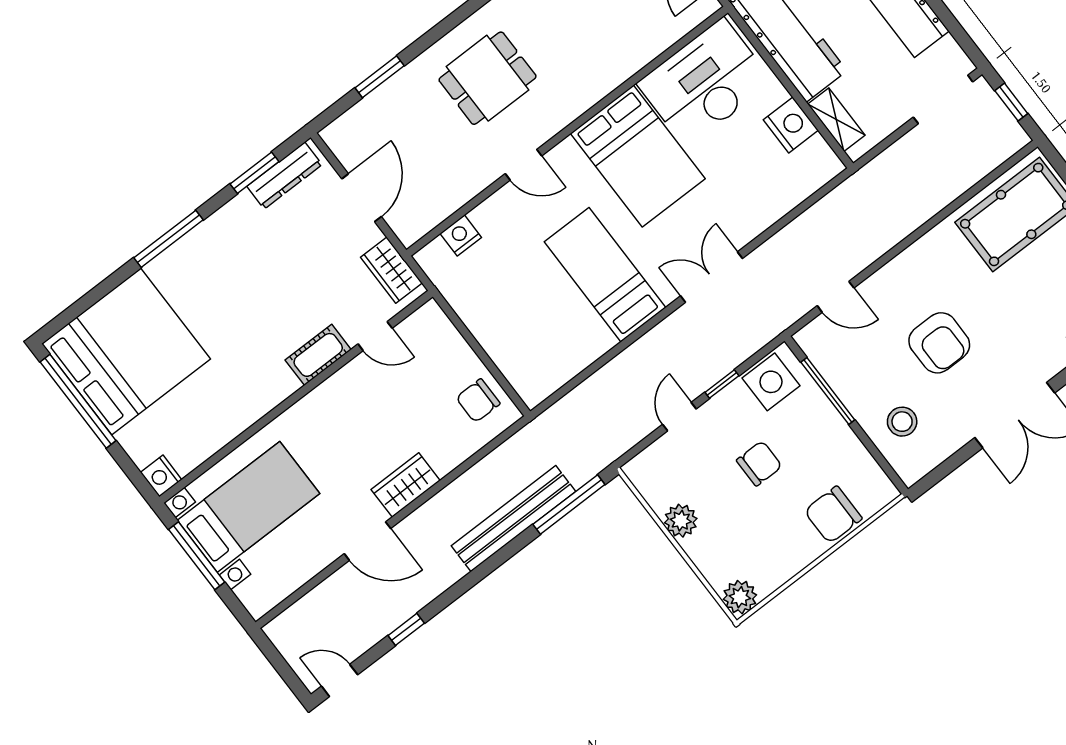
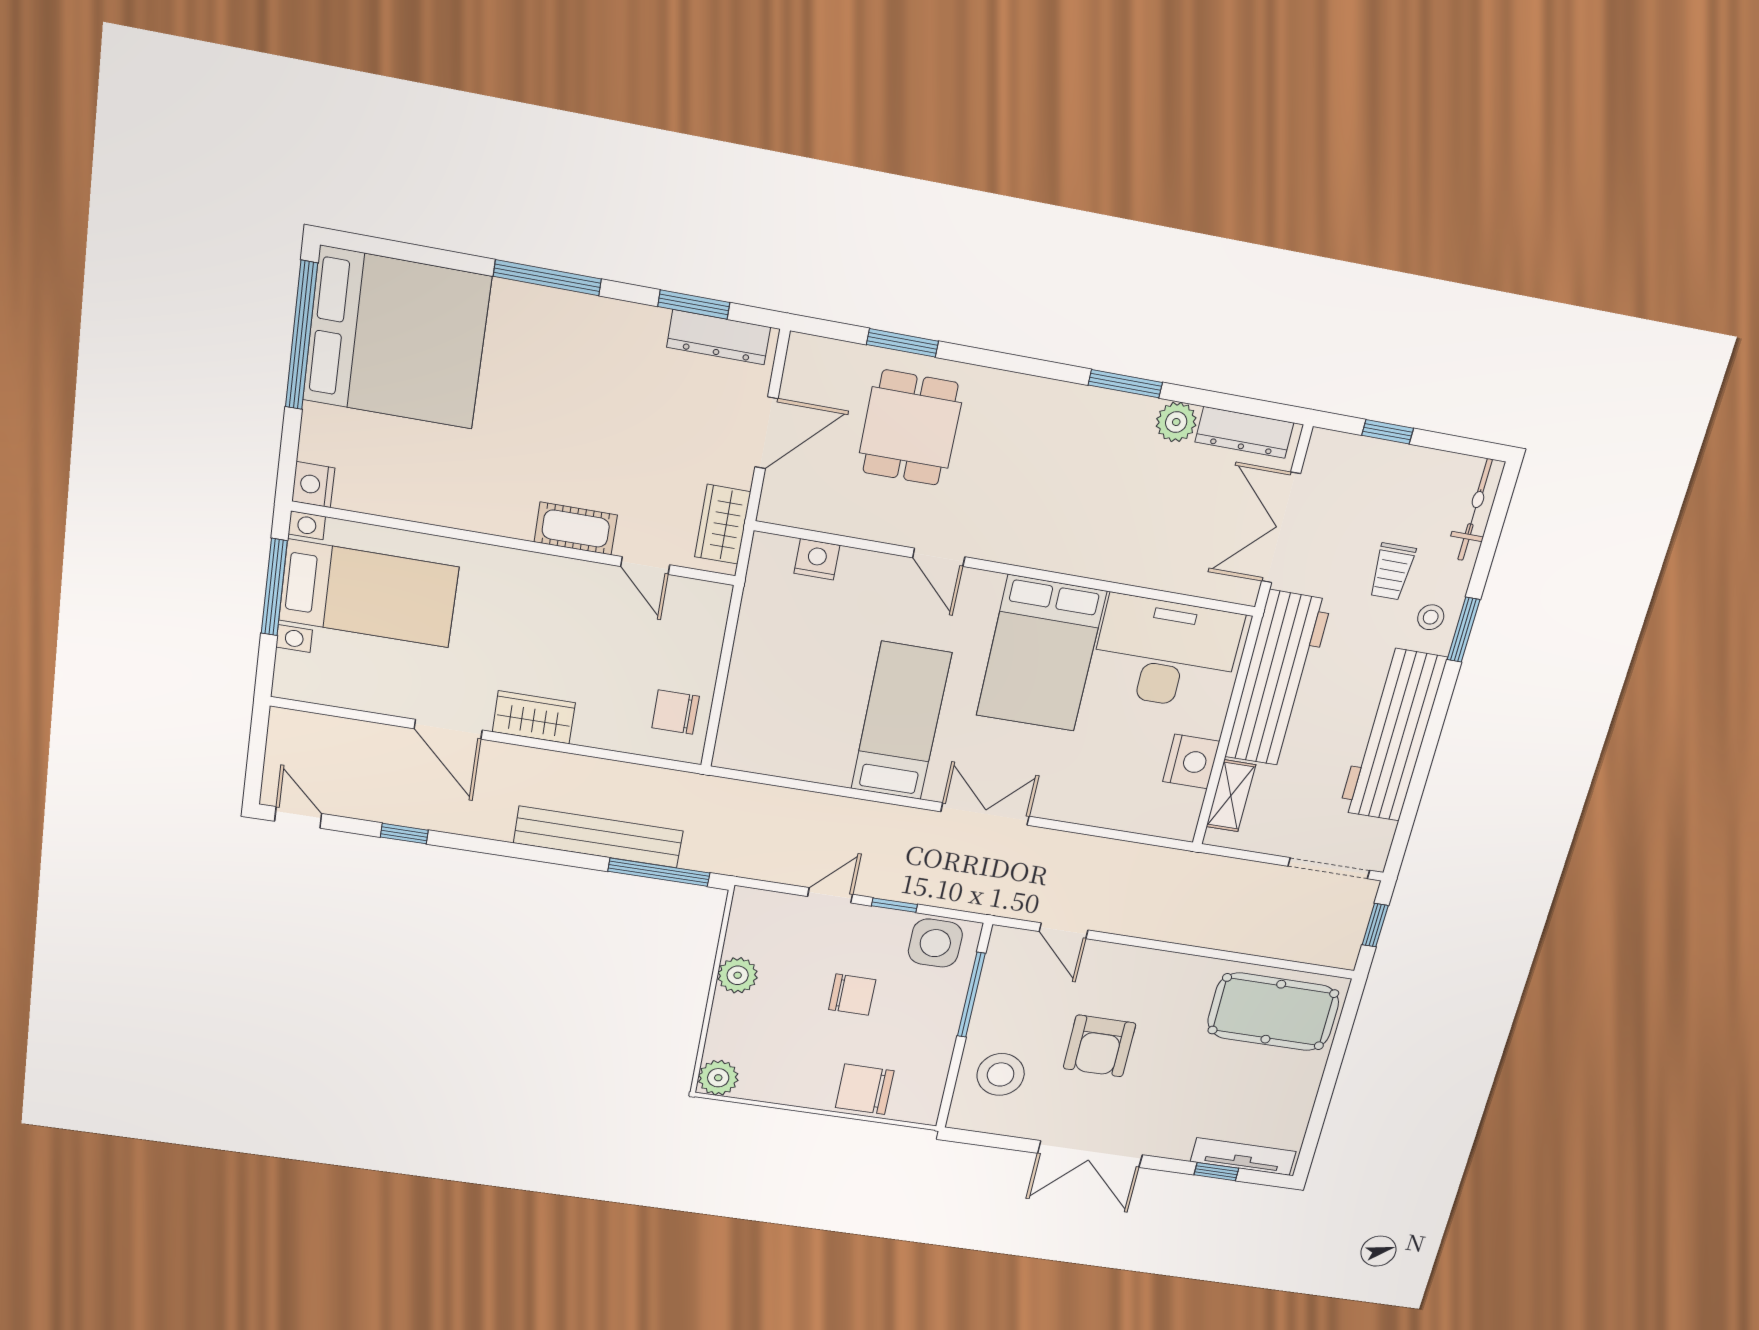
dining table: (488, 78) -> (910, 428), moved, turned 90
stool: (902, 422) -> (1001, 1074), width x1.38, depth x1.38

